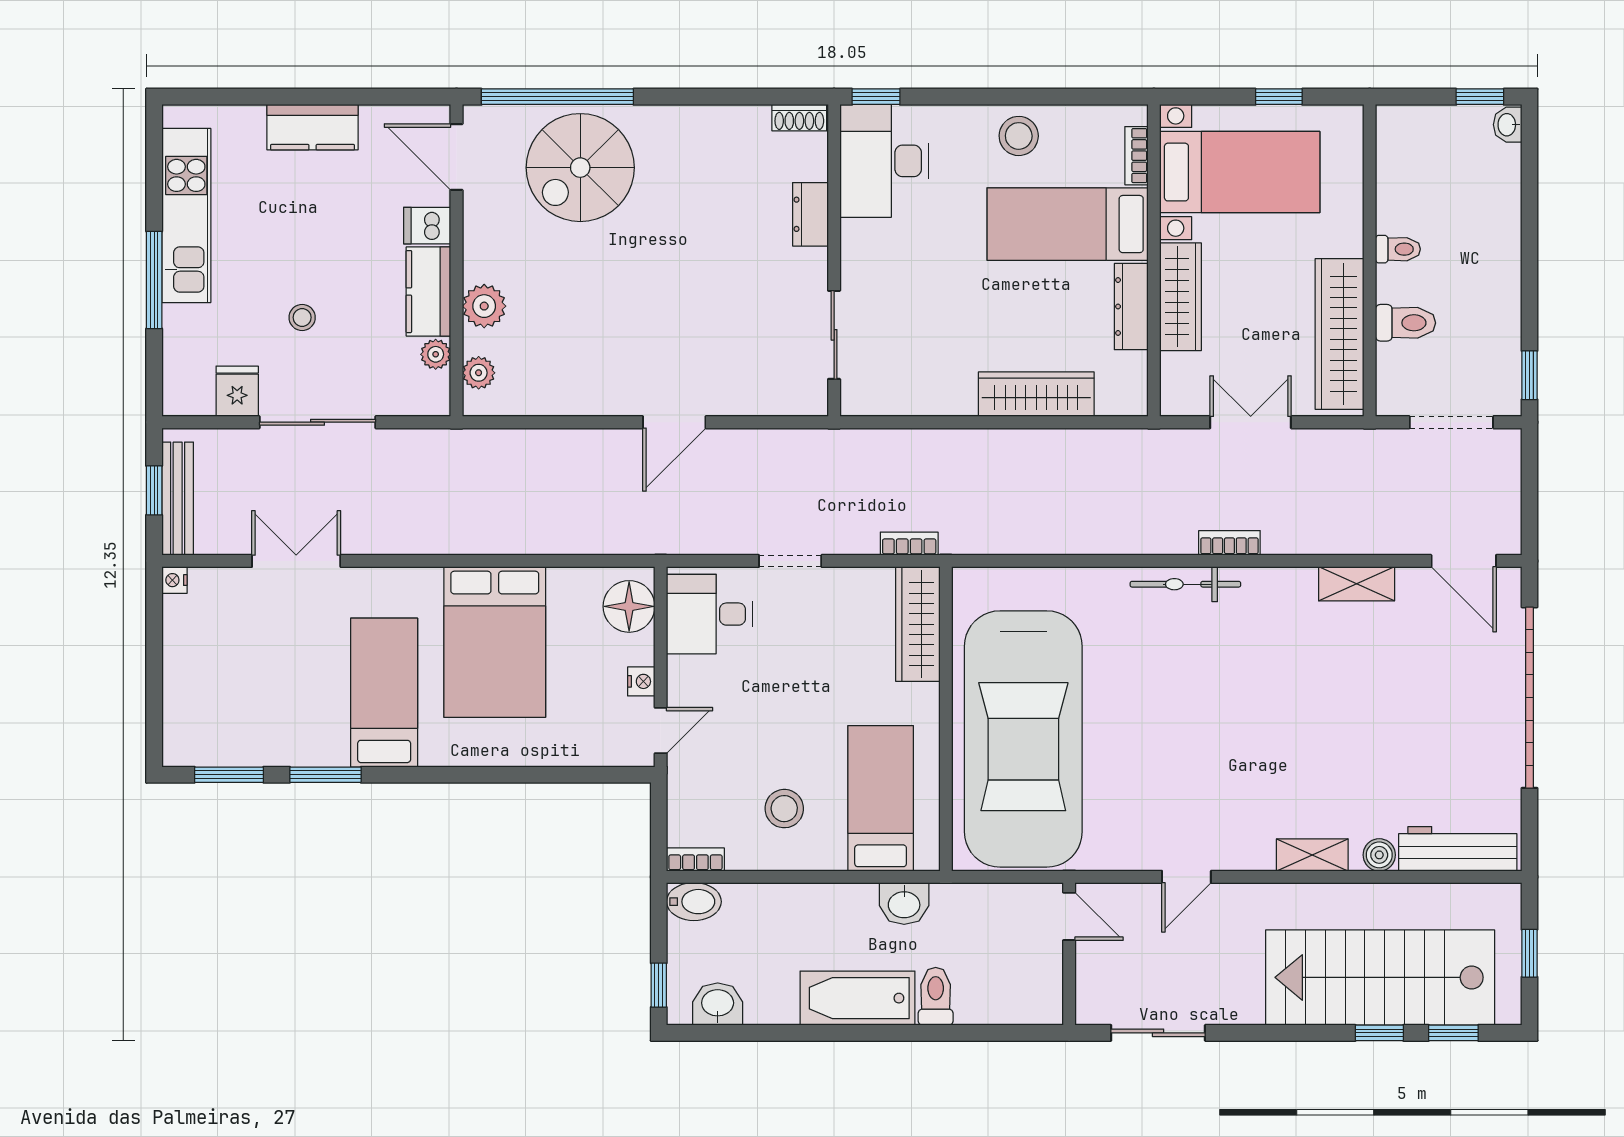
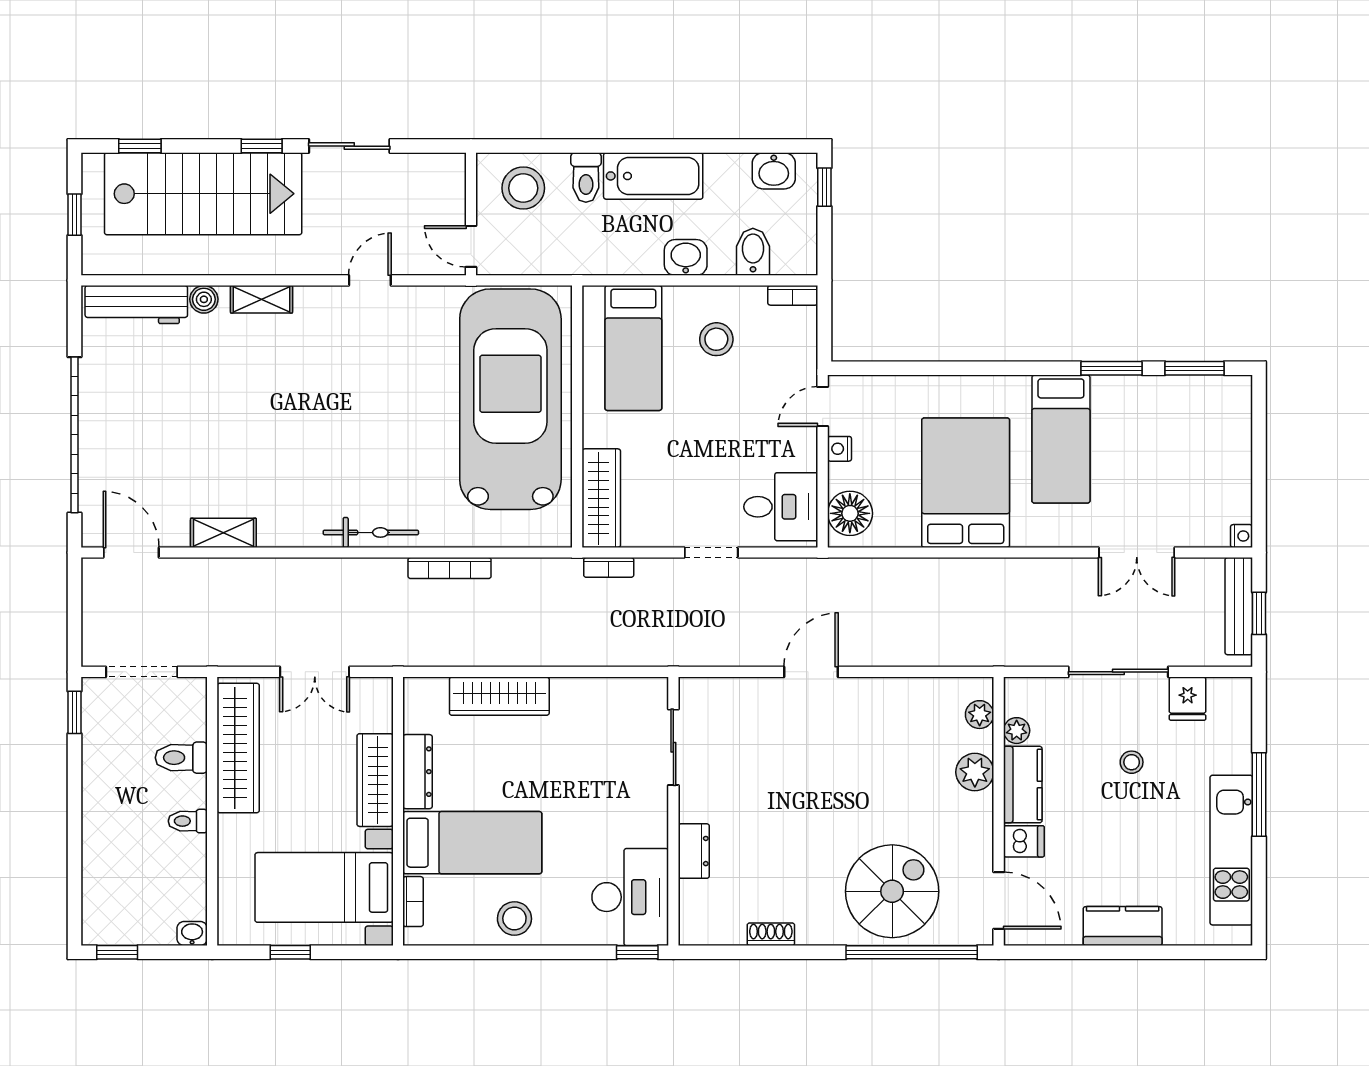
shoe rack: (799, 118) -> (771, 934), moved
washbasin: (1508, 125) -> (192, 934), moved, turned -90
bookcase: (1229, 543) -> (450, 568), moved, width x1.56
bidet: (694, 902) -> (753, 252), moved, turned 90
washbasin: (904, 904) -> (686, 257), moved
stool: (1008, 984) -> (523, 188), added
sliding door: (1158, 1033) -> (349, 146), moved
window: (1379, 1033) -> (262, 146), moved

